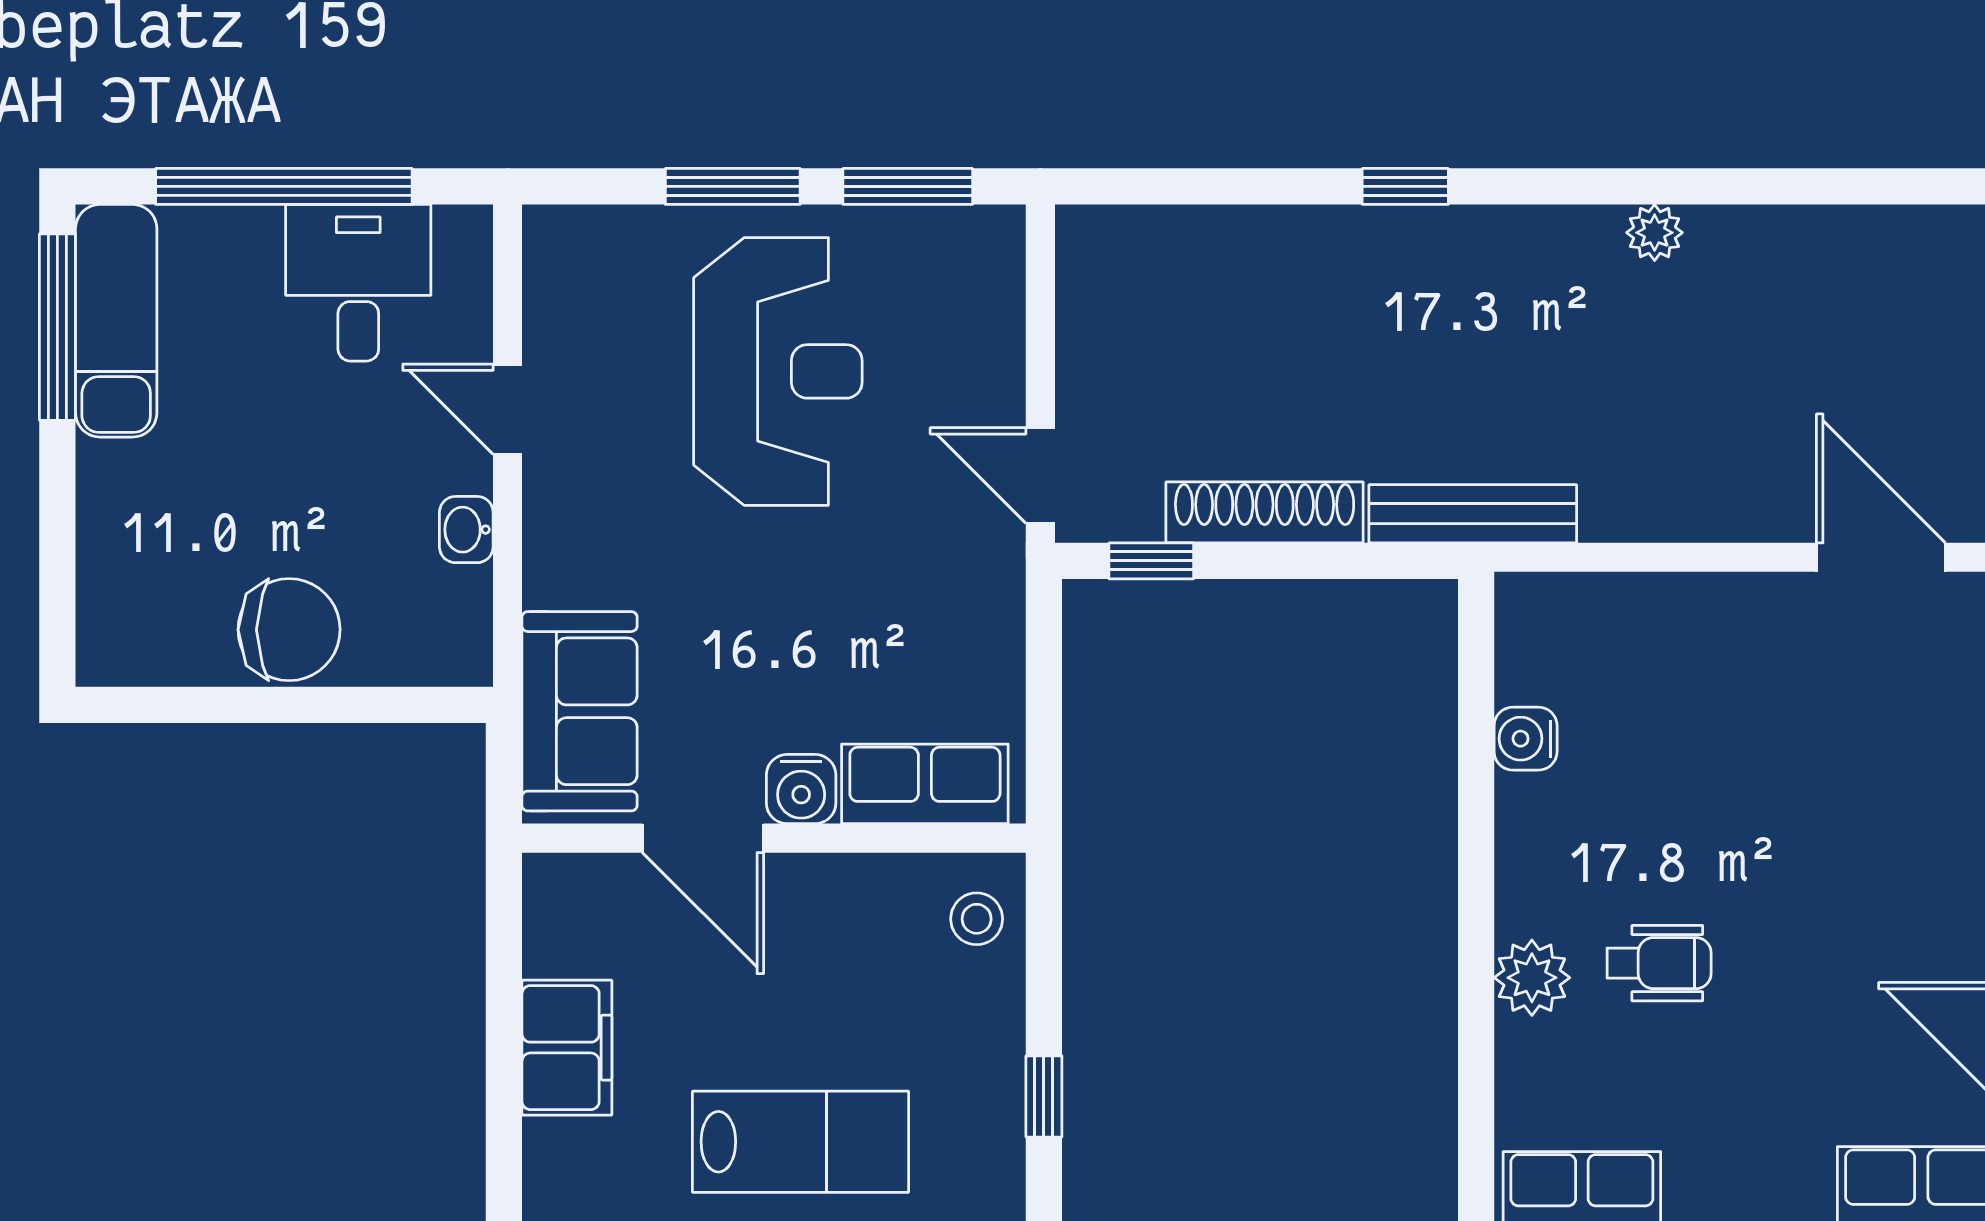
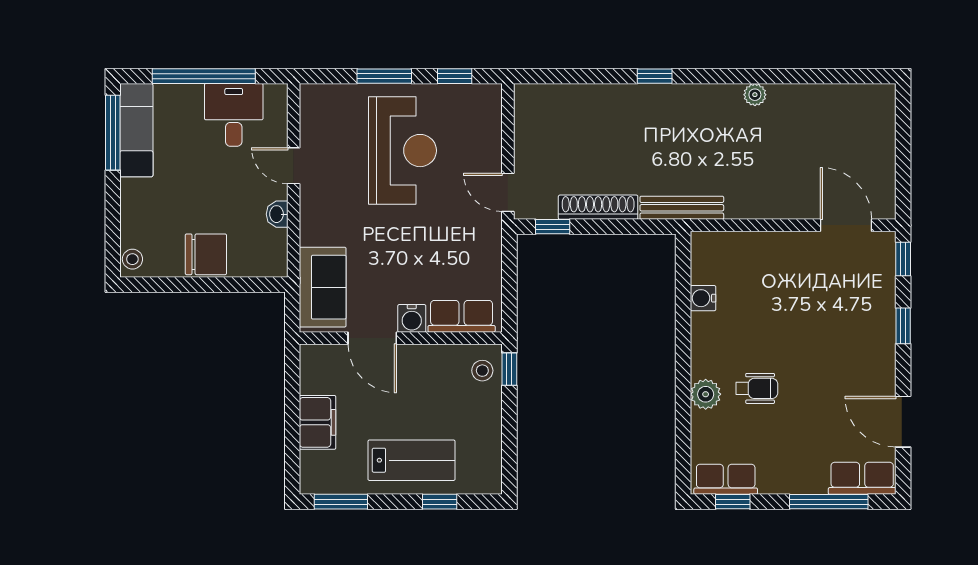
window: (908, 186) -> (455, 76), width x0.67
stool: (106, 642) -> (132, 259), added
window: (1044, 1096) -> (509, 369), moved

